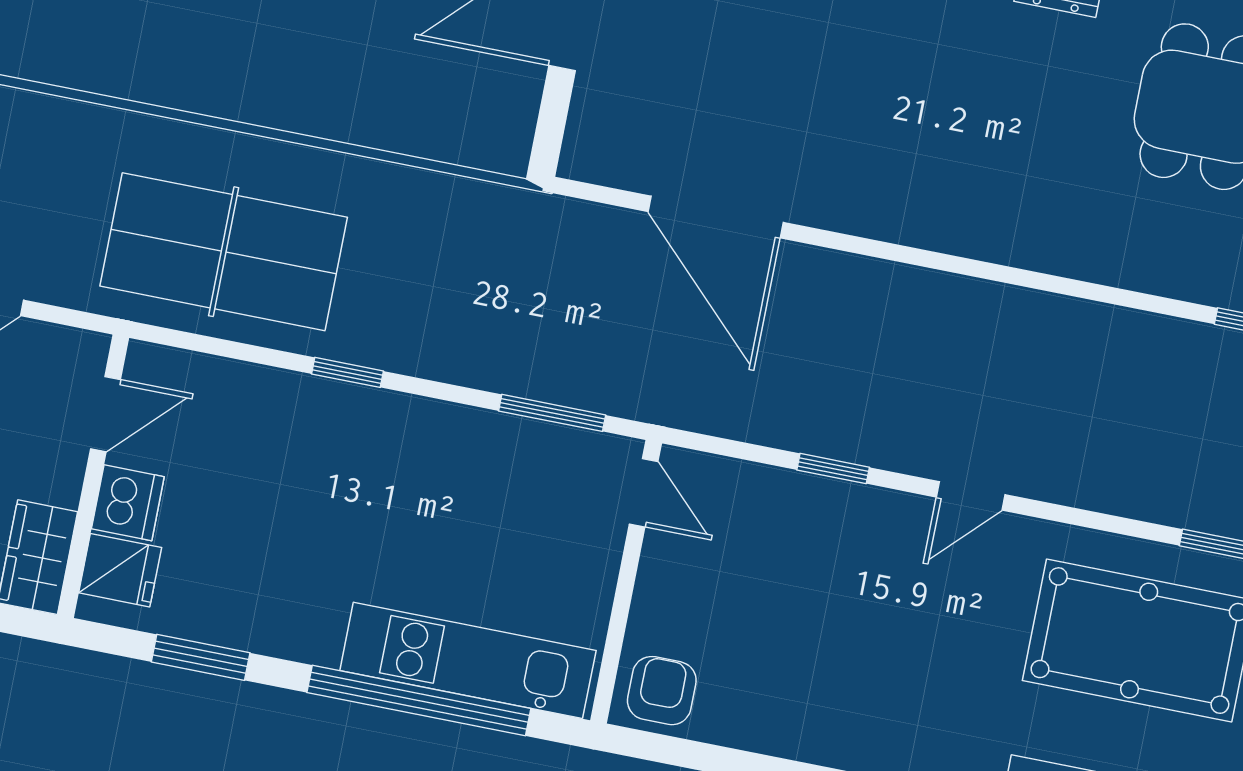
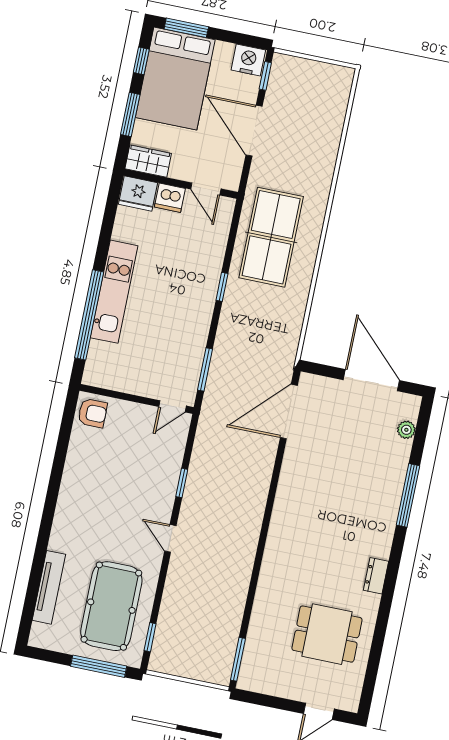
door: (716, 217) -> (289, 412), moved
fridge: (120, 570) -> (138, 193), width x1.38
window: (201, 657) -> (107, 227), removed
kitchen unit: (468, 660) -> (114, 292), moved

